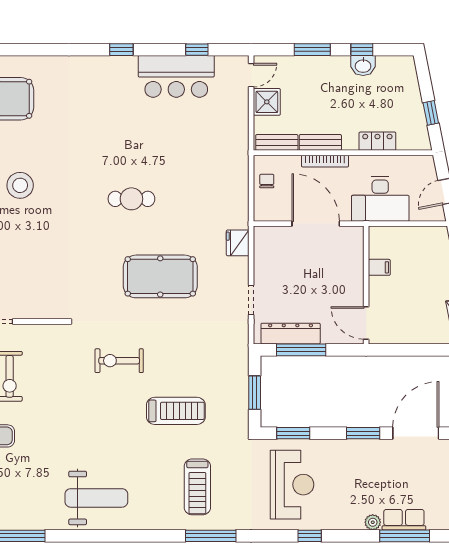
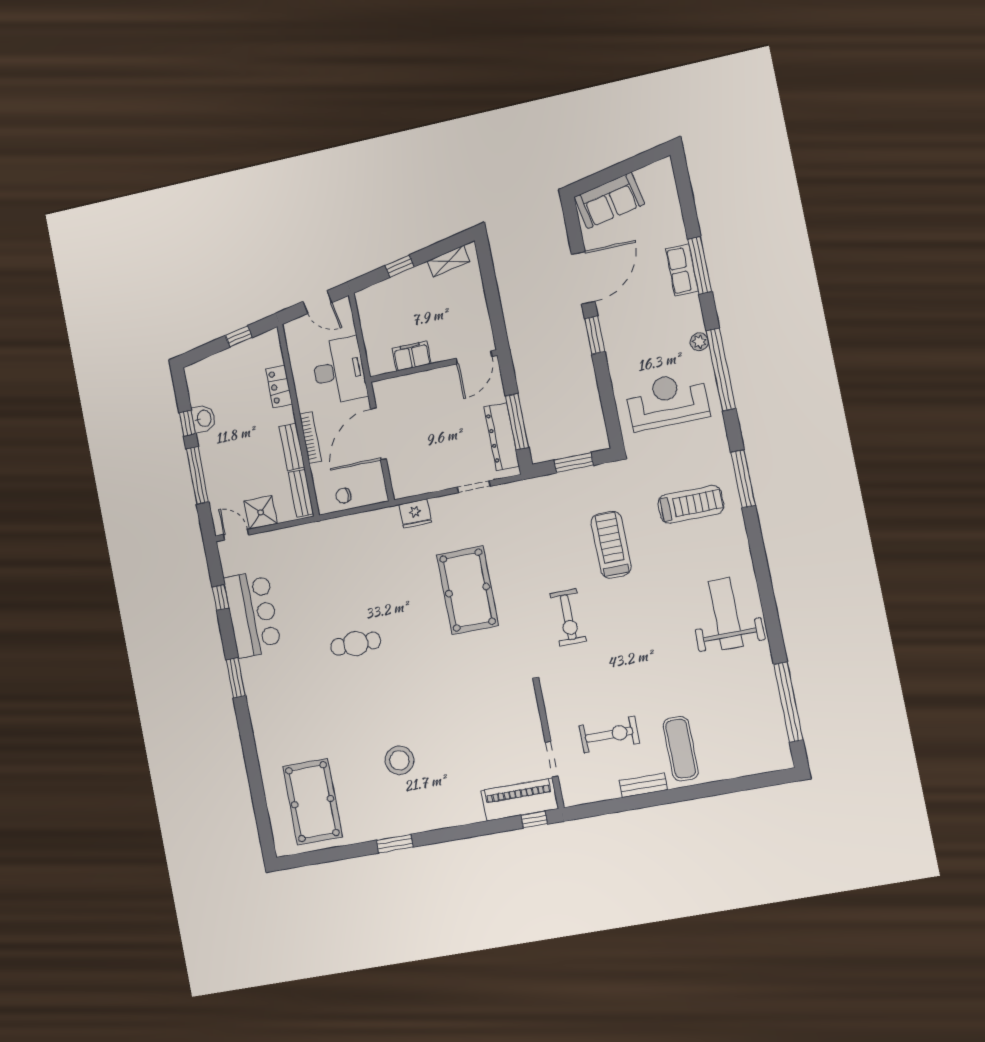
window: (121, 50) -> (236, 678), width x1.50
window: (312, 50) -> (197, 475), width x1.44
cafe table: (131, 199) -> (356, 644), moved, turned 90
filing cabinet: (379, 267) -> (412, 356), width x2.00
window: (293, 433) -> (610, 411), removed
door: (416, 433) -> (583, 278), swing flipped
plant: (373, 522) -> (699, 342), moved
window: (310, 536) -> (721, 370), width x3.17

